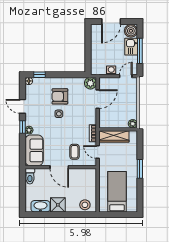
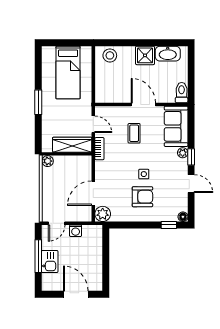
door: (111, 21) -> (76, 294), hinge flipped
boiler: (131, 31) -> (50, 282), removed
coffee table: (75, 152) -> (134, 133), moved

